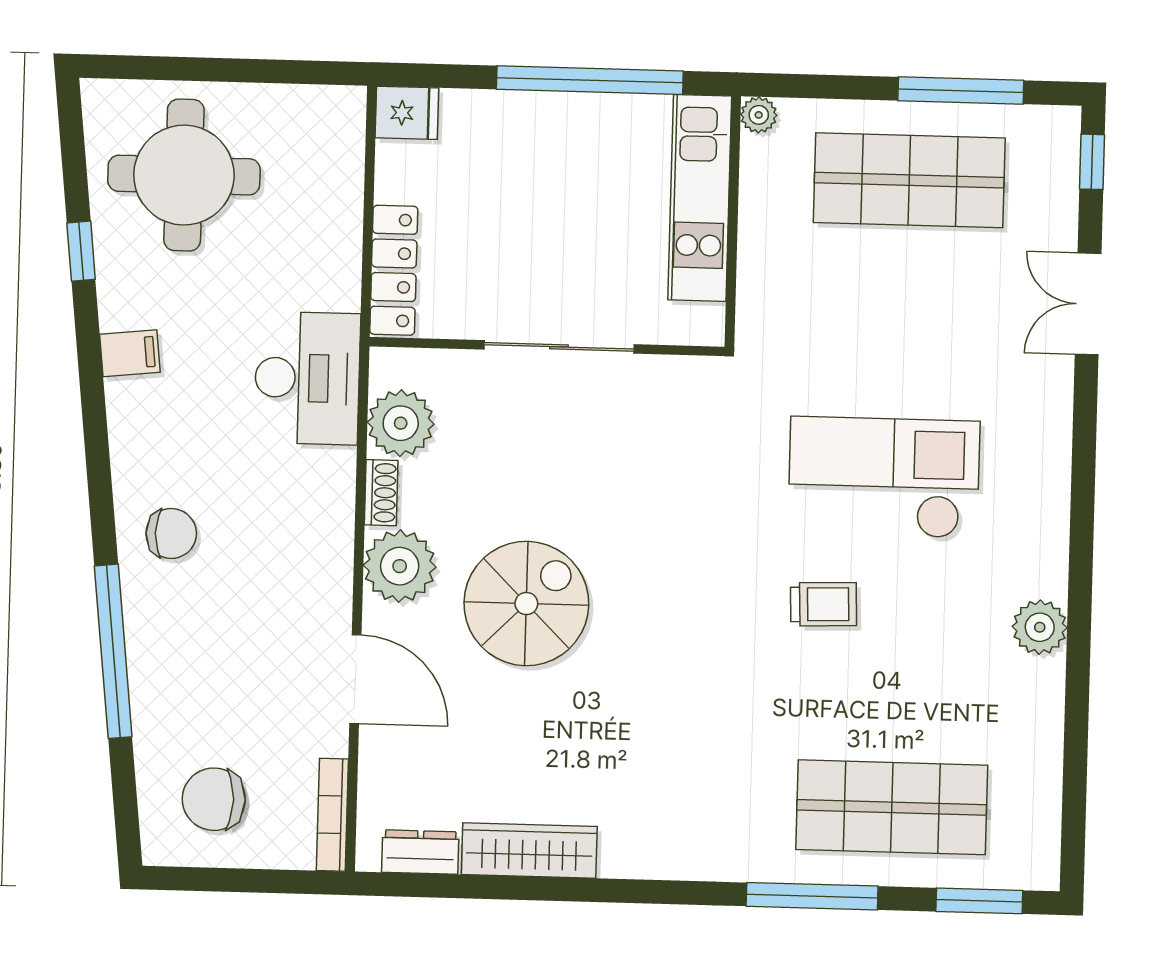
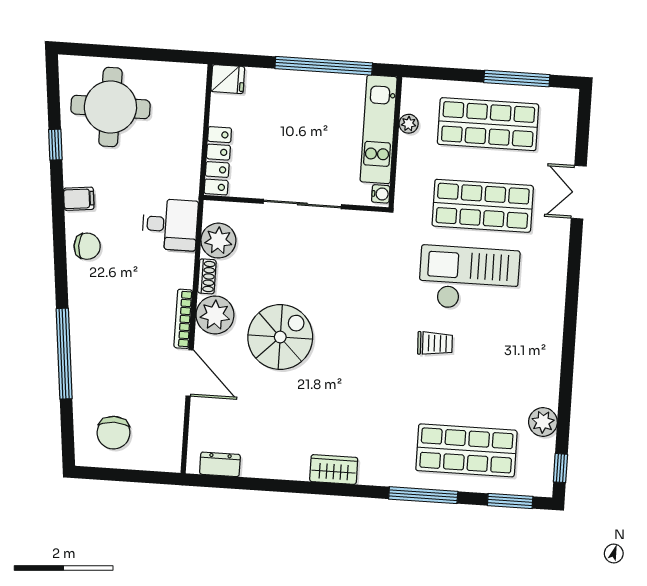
plant: (759, 115) -> (409, 124), moved
window: (1092, 162) -> (560, 468), moved
water cooler: (708, 322) -> (381, 194), added
shop shelf: (905, 337) -> (483, 206), added
desk: (307, 378) -> (170, 224), width x0.73
chair: (171, 534) -> (87, 246), moved
plant: (1040, 627) -> (543, 422), moved
chair: (214, 799) -> (114, 433), turned -90
bookcase: (332, 815) -> (183, 319), moved
wardrobe: (529, 851) -> (334, 469), moved, width x0.67

